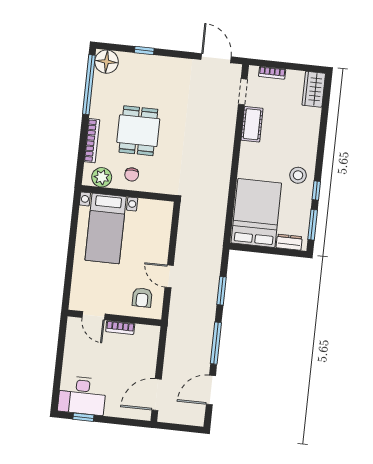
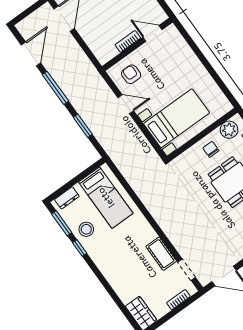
stool: (298, 175) -> (86, 229), moved
bed: (256, 213) -> (106, 198), width x0.67
bed with nightstands: (106, 228) -> (177, 118), moved, turned 90

